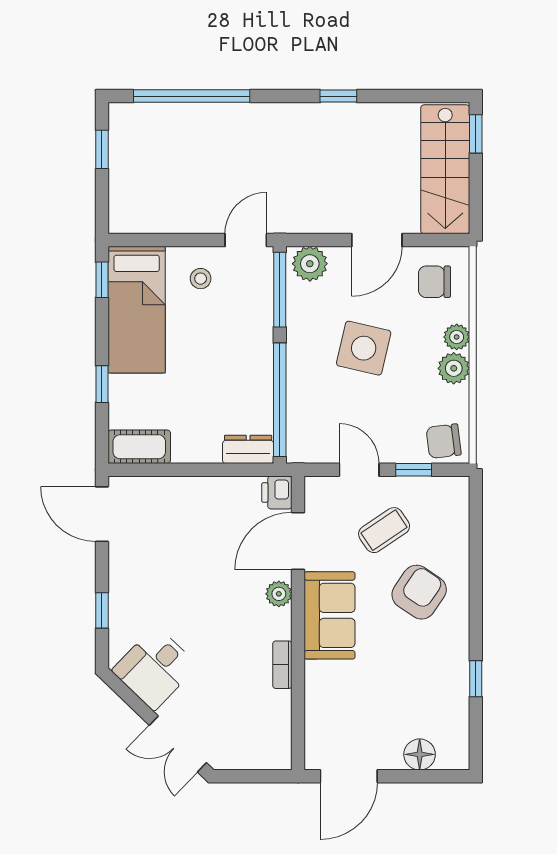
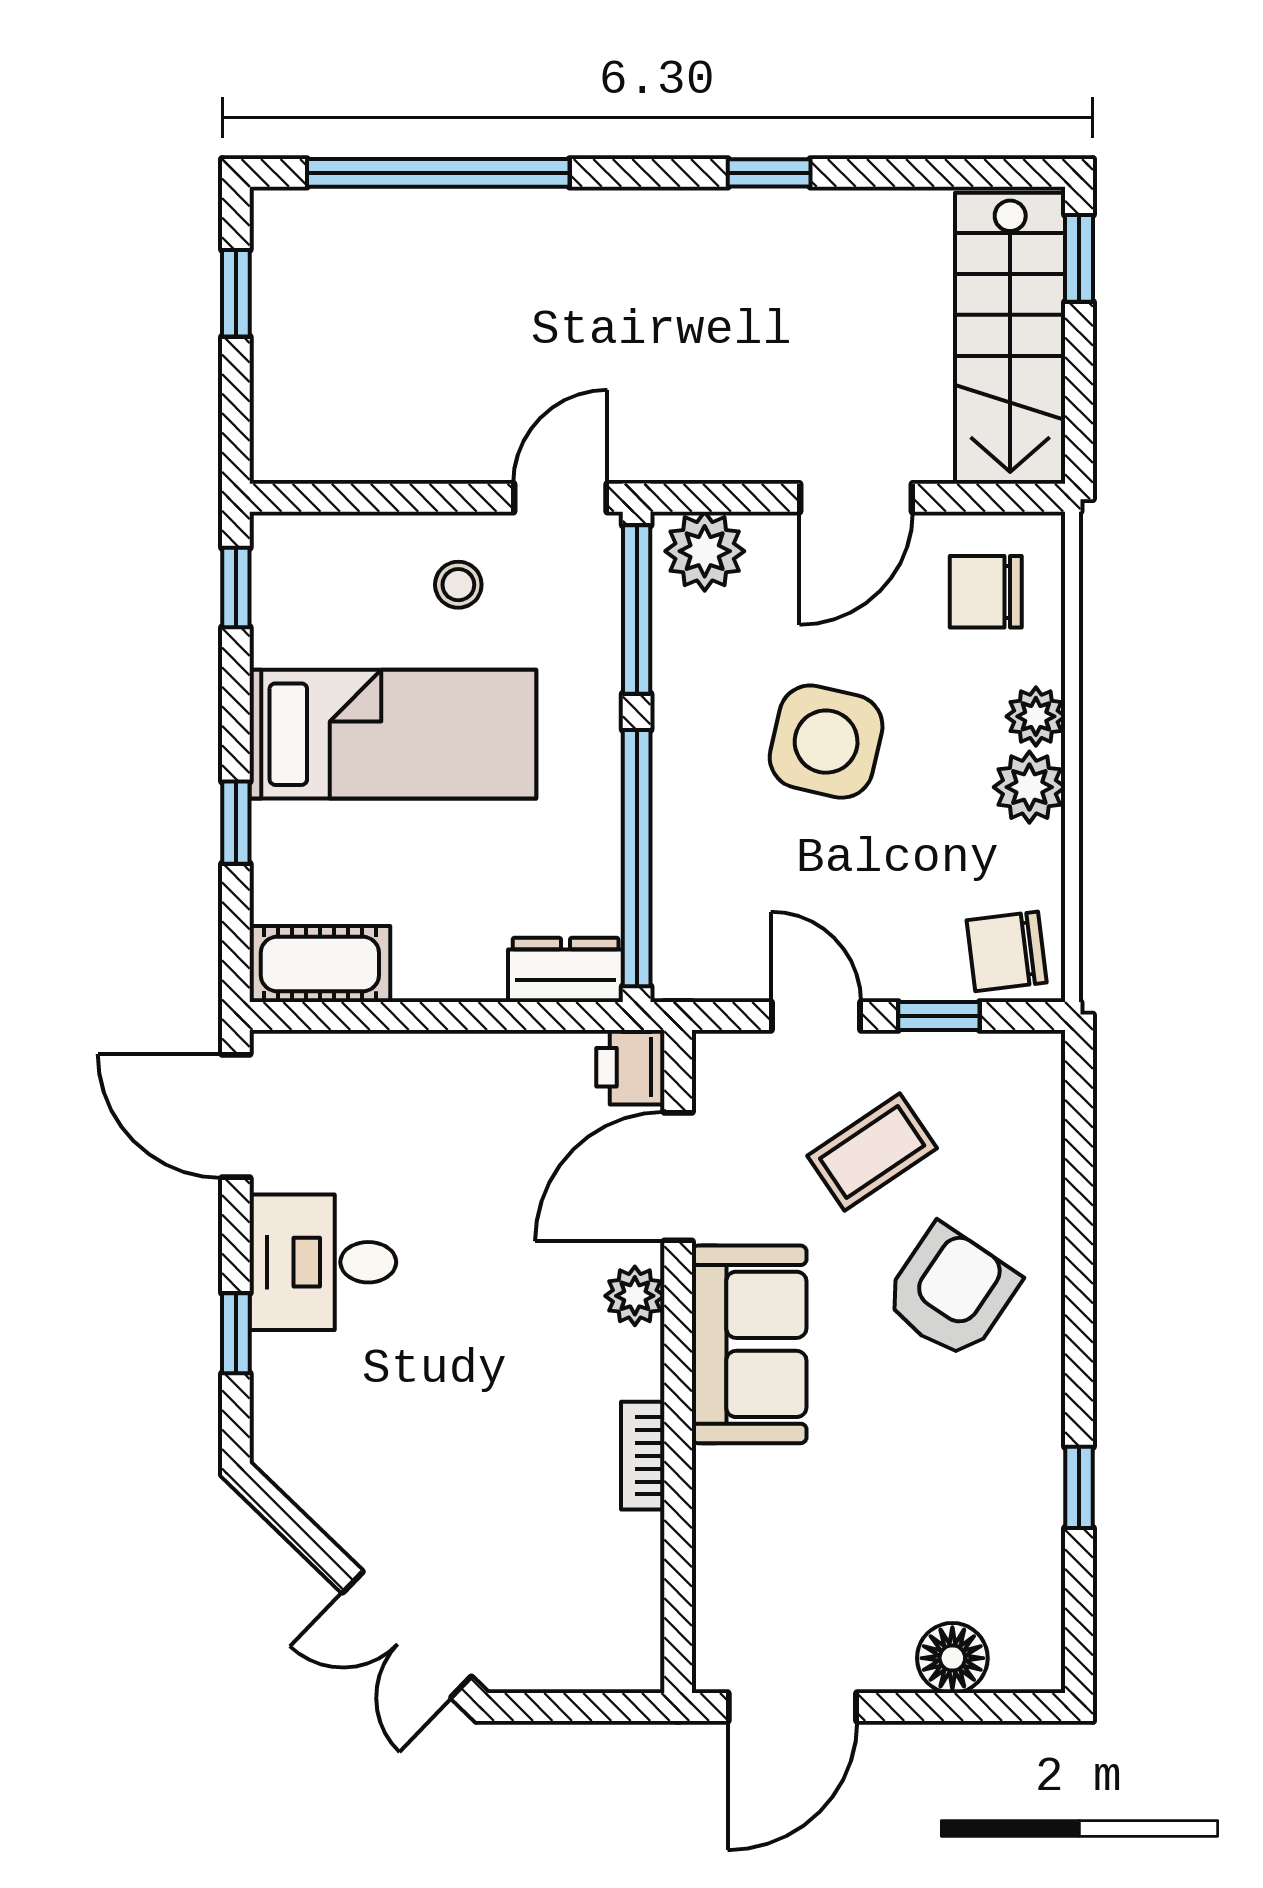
bed: (137, 310) -> (393, 734), moved, turned -90
desk: (155, 668) -> (323, 1262), moved, turned 46

